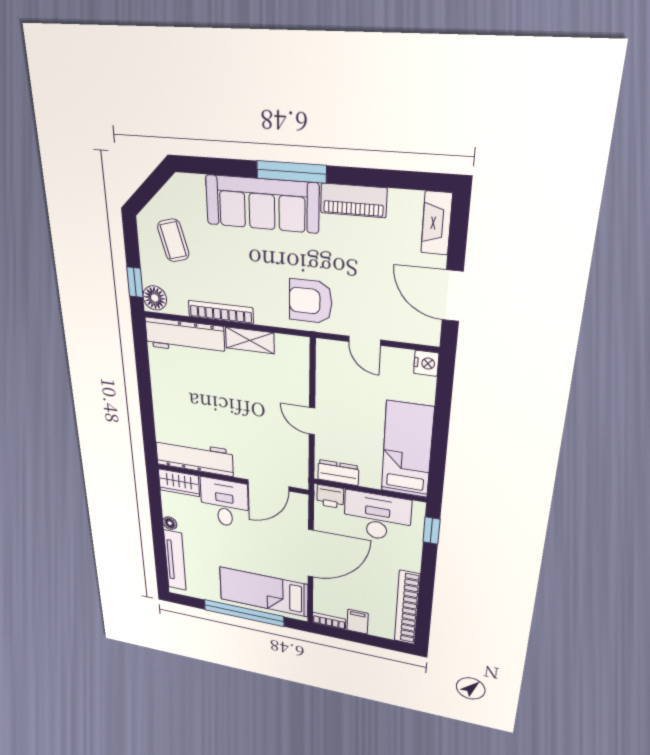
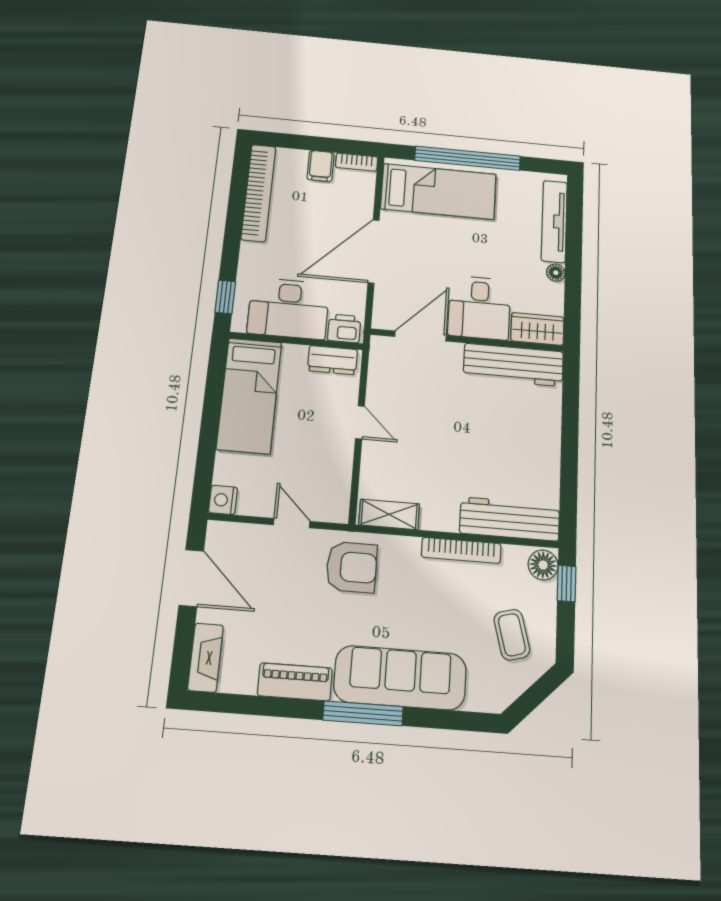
shelving: (250, 340) -> (389, 514), moved

